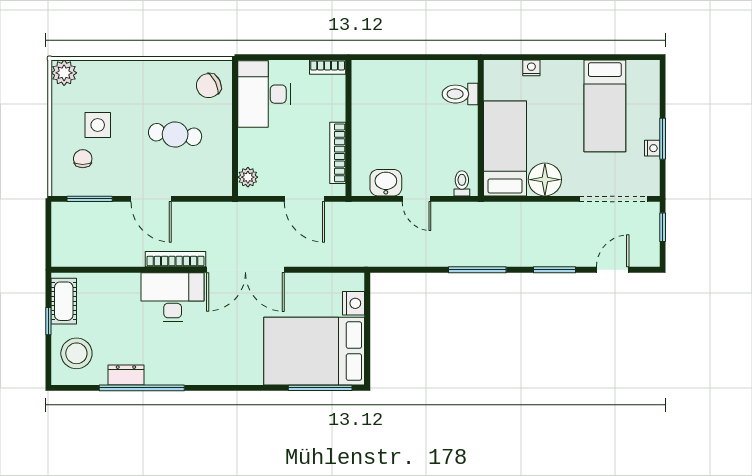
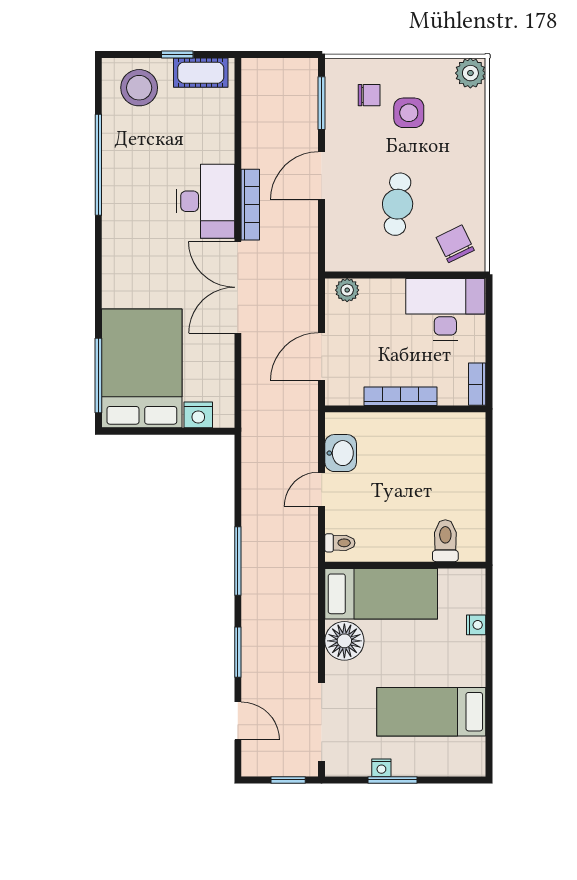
bookcase: (338, 153) -> (401, 396), moved
dresser: (126, 375) -> (114, 146), removed

